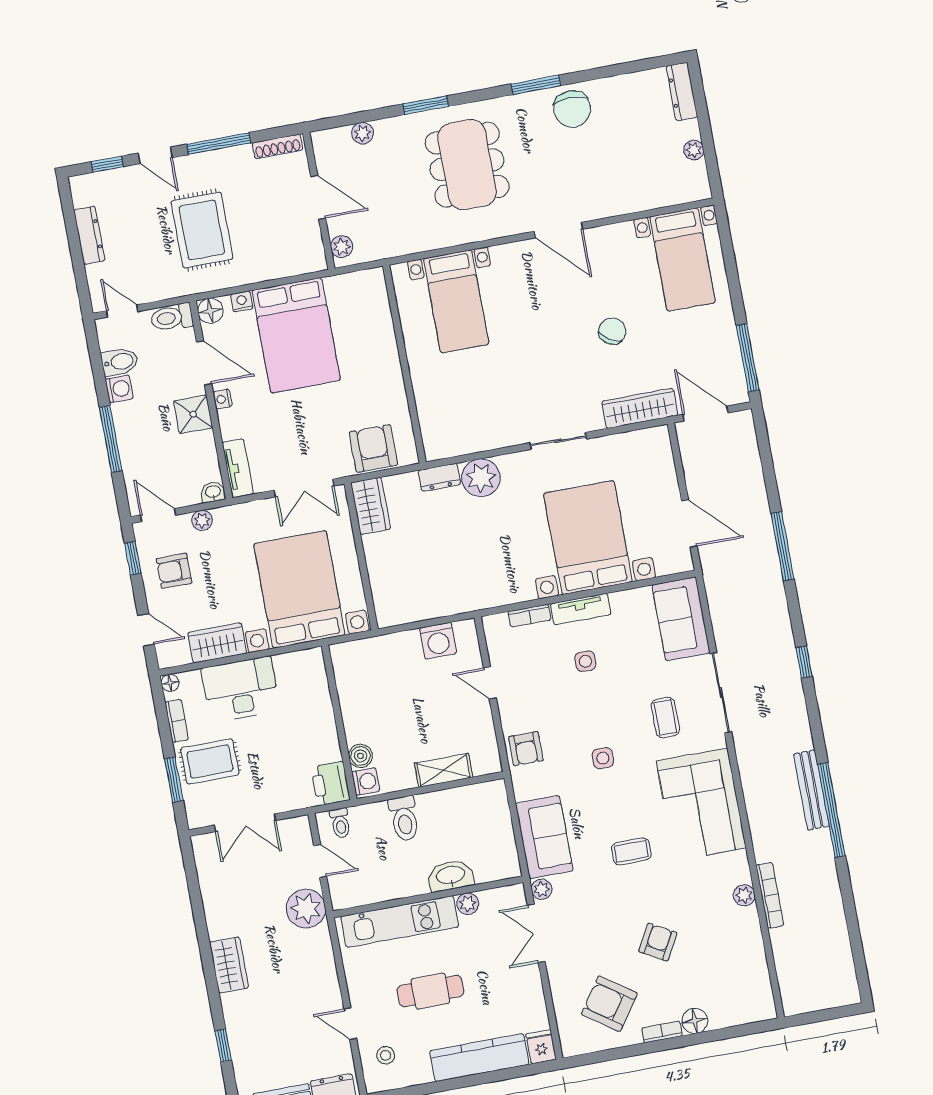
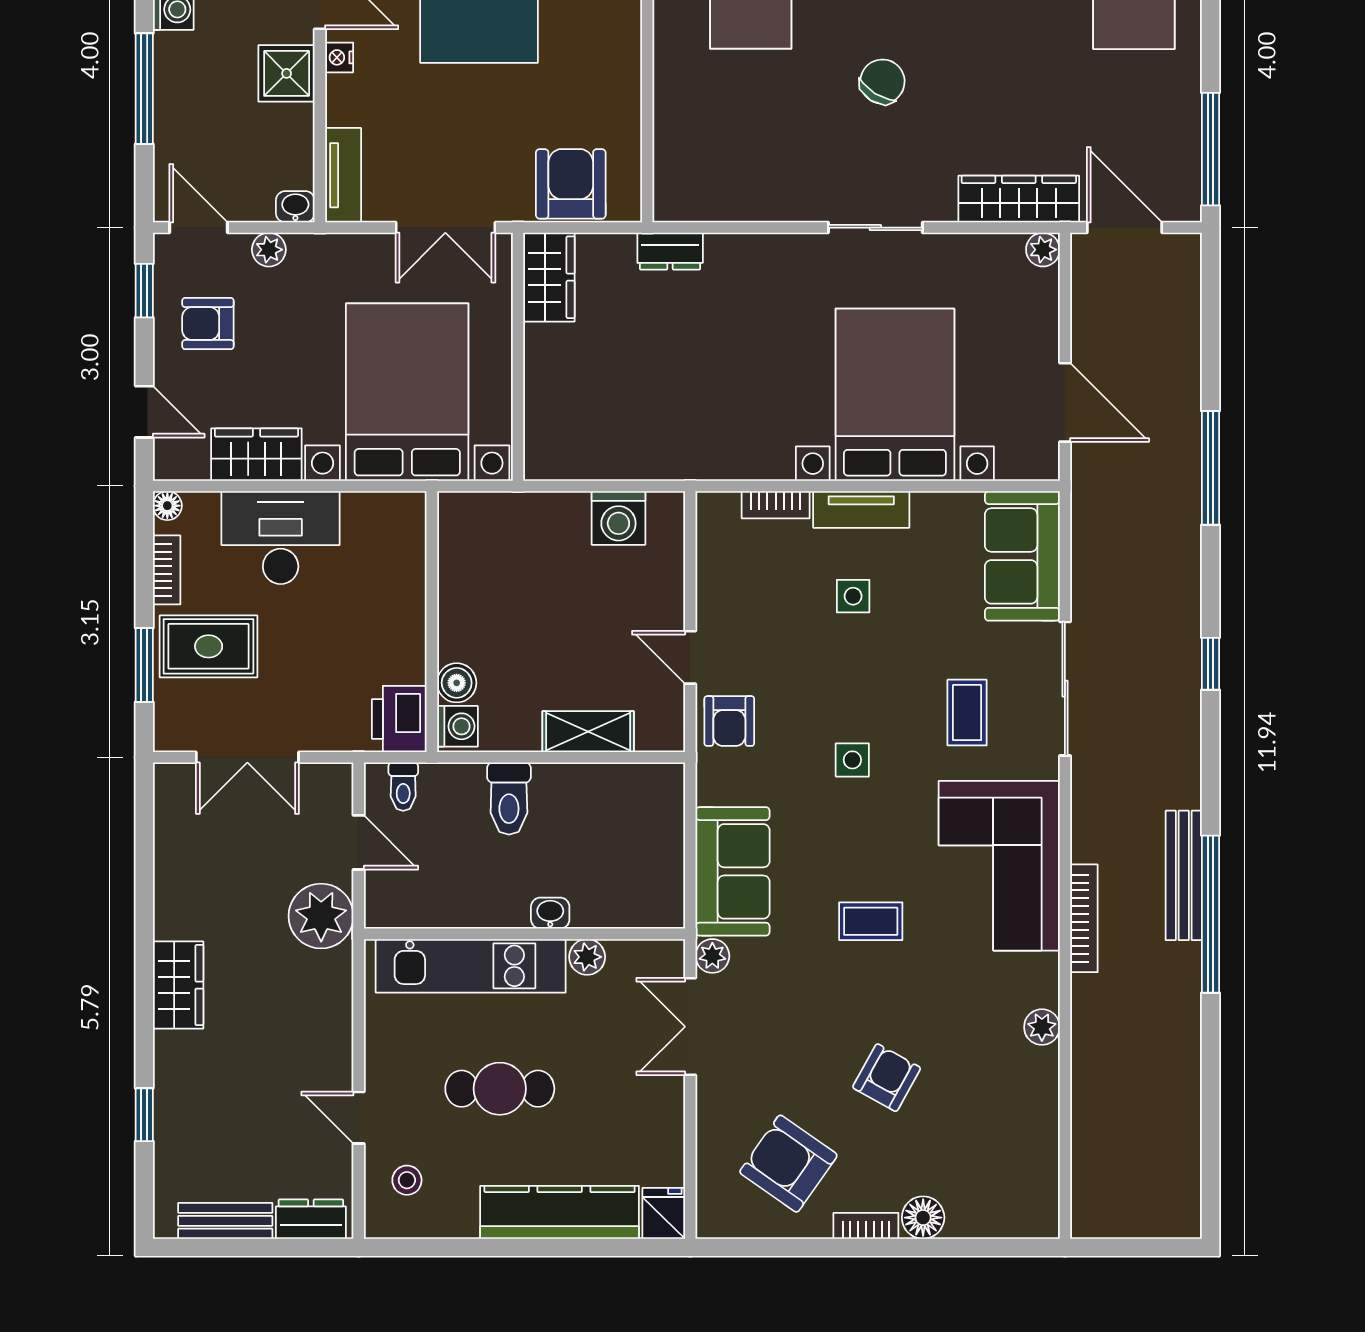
chair: (612, 331) -> (882, 82), moved
plant: (481, 478) -> (1043, 250), moved, width x0.53, depth x0.53
door: (490, 683) -> (690, 657), moved
washbasin: (451, 876) -> (550, 913), width x0.52, depth x0.69
bookcase: (770, 895) -> (1084, 918), moved

